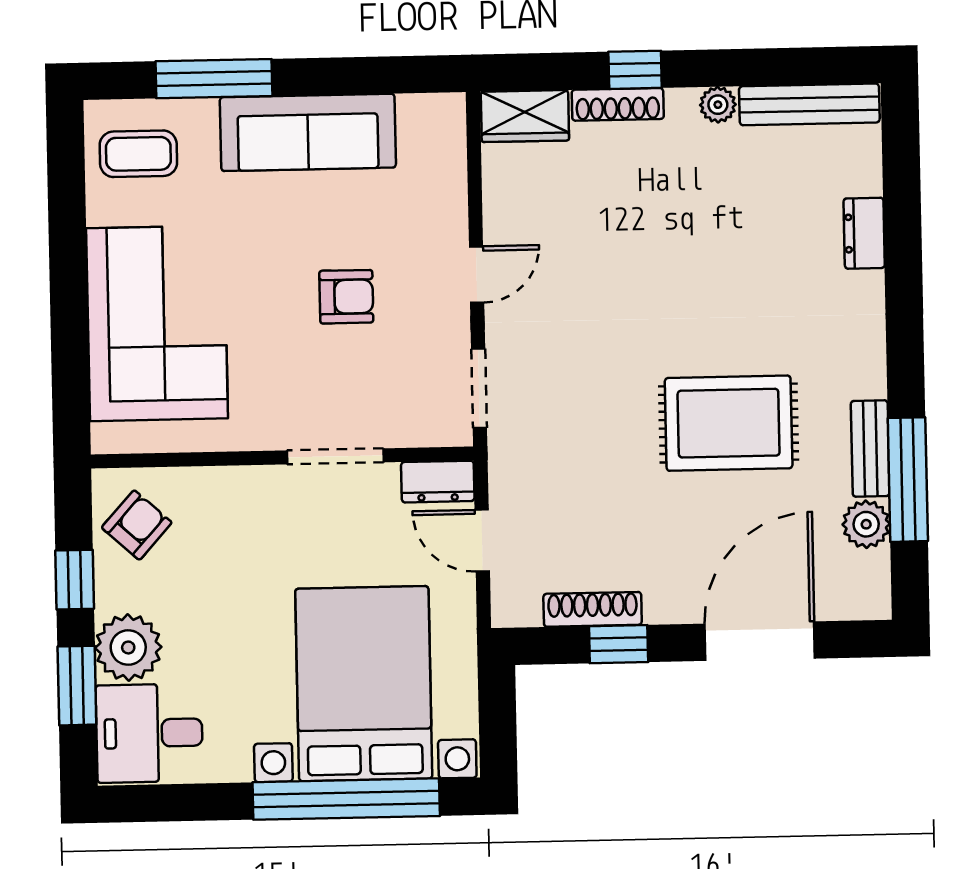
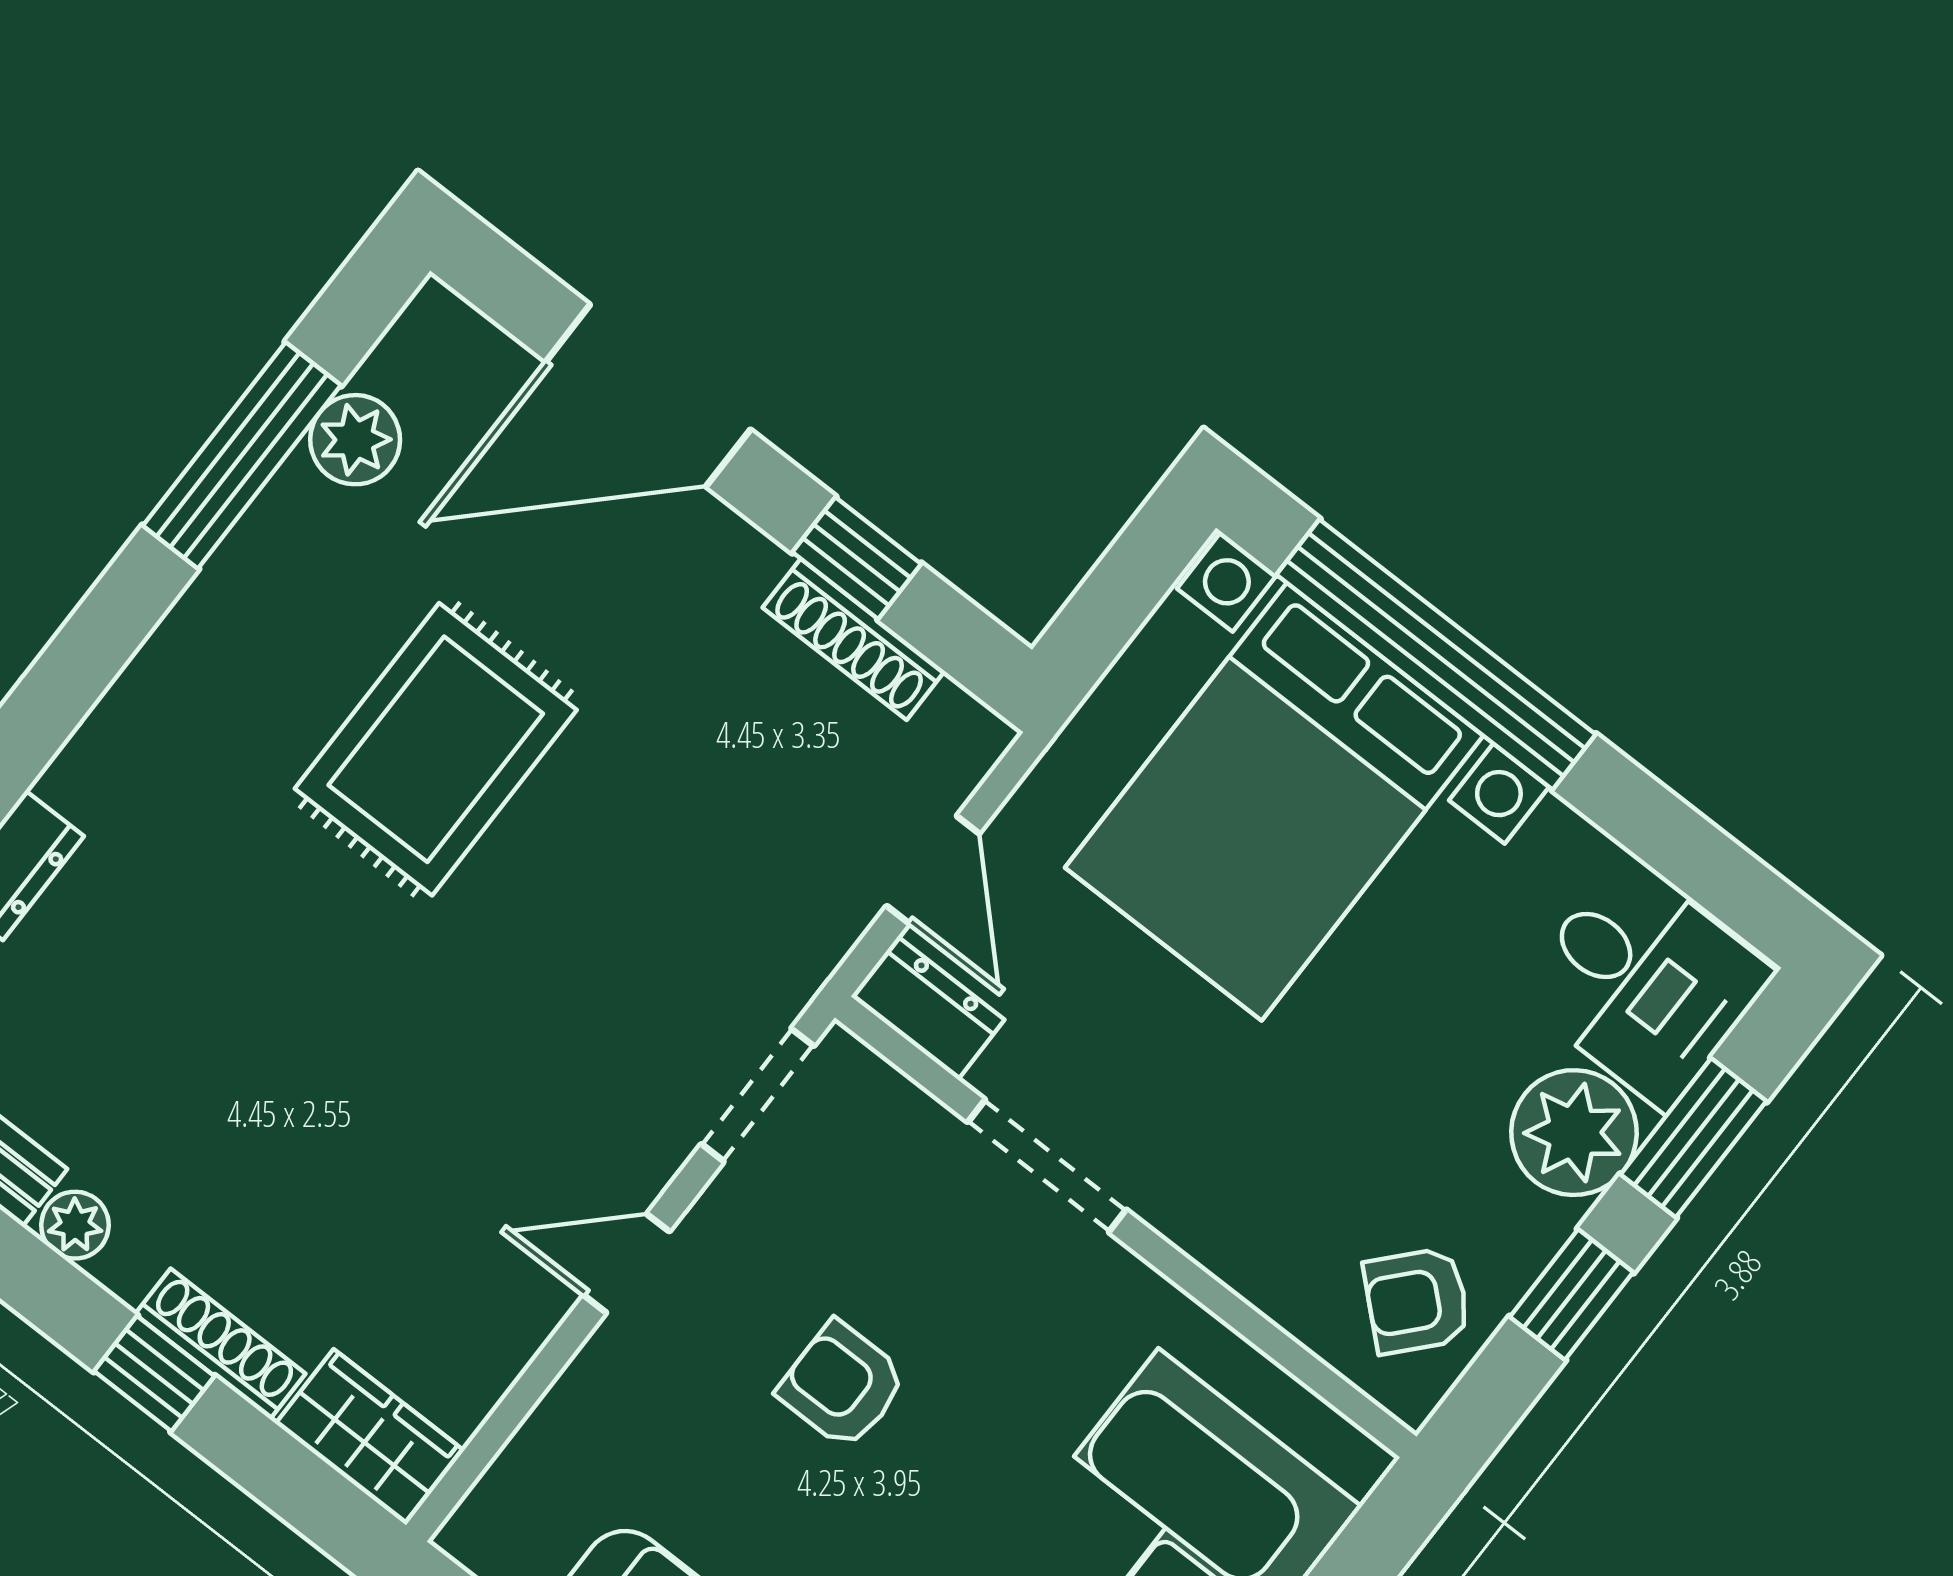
rug: (729, 423) -> (436, 749), turned 90
bench: (870, 448) -> (260, 545), removed

